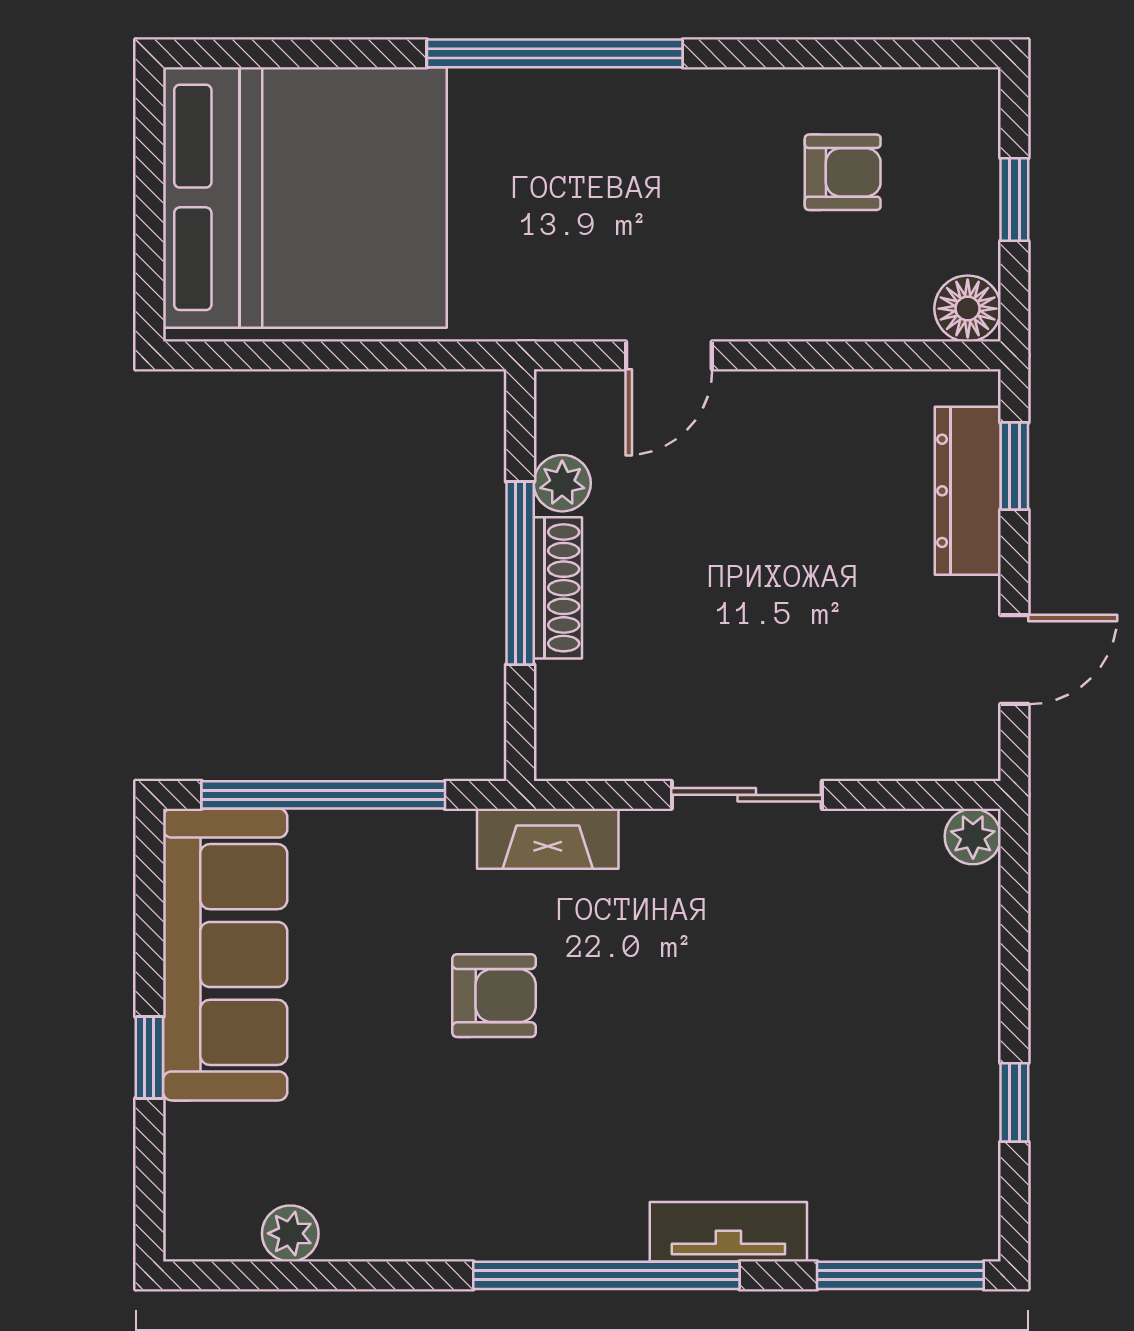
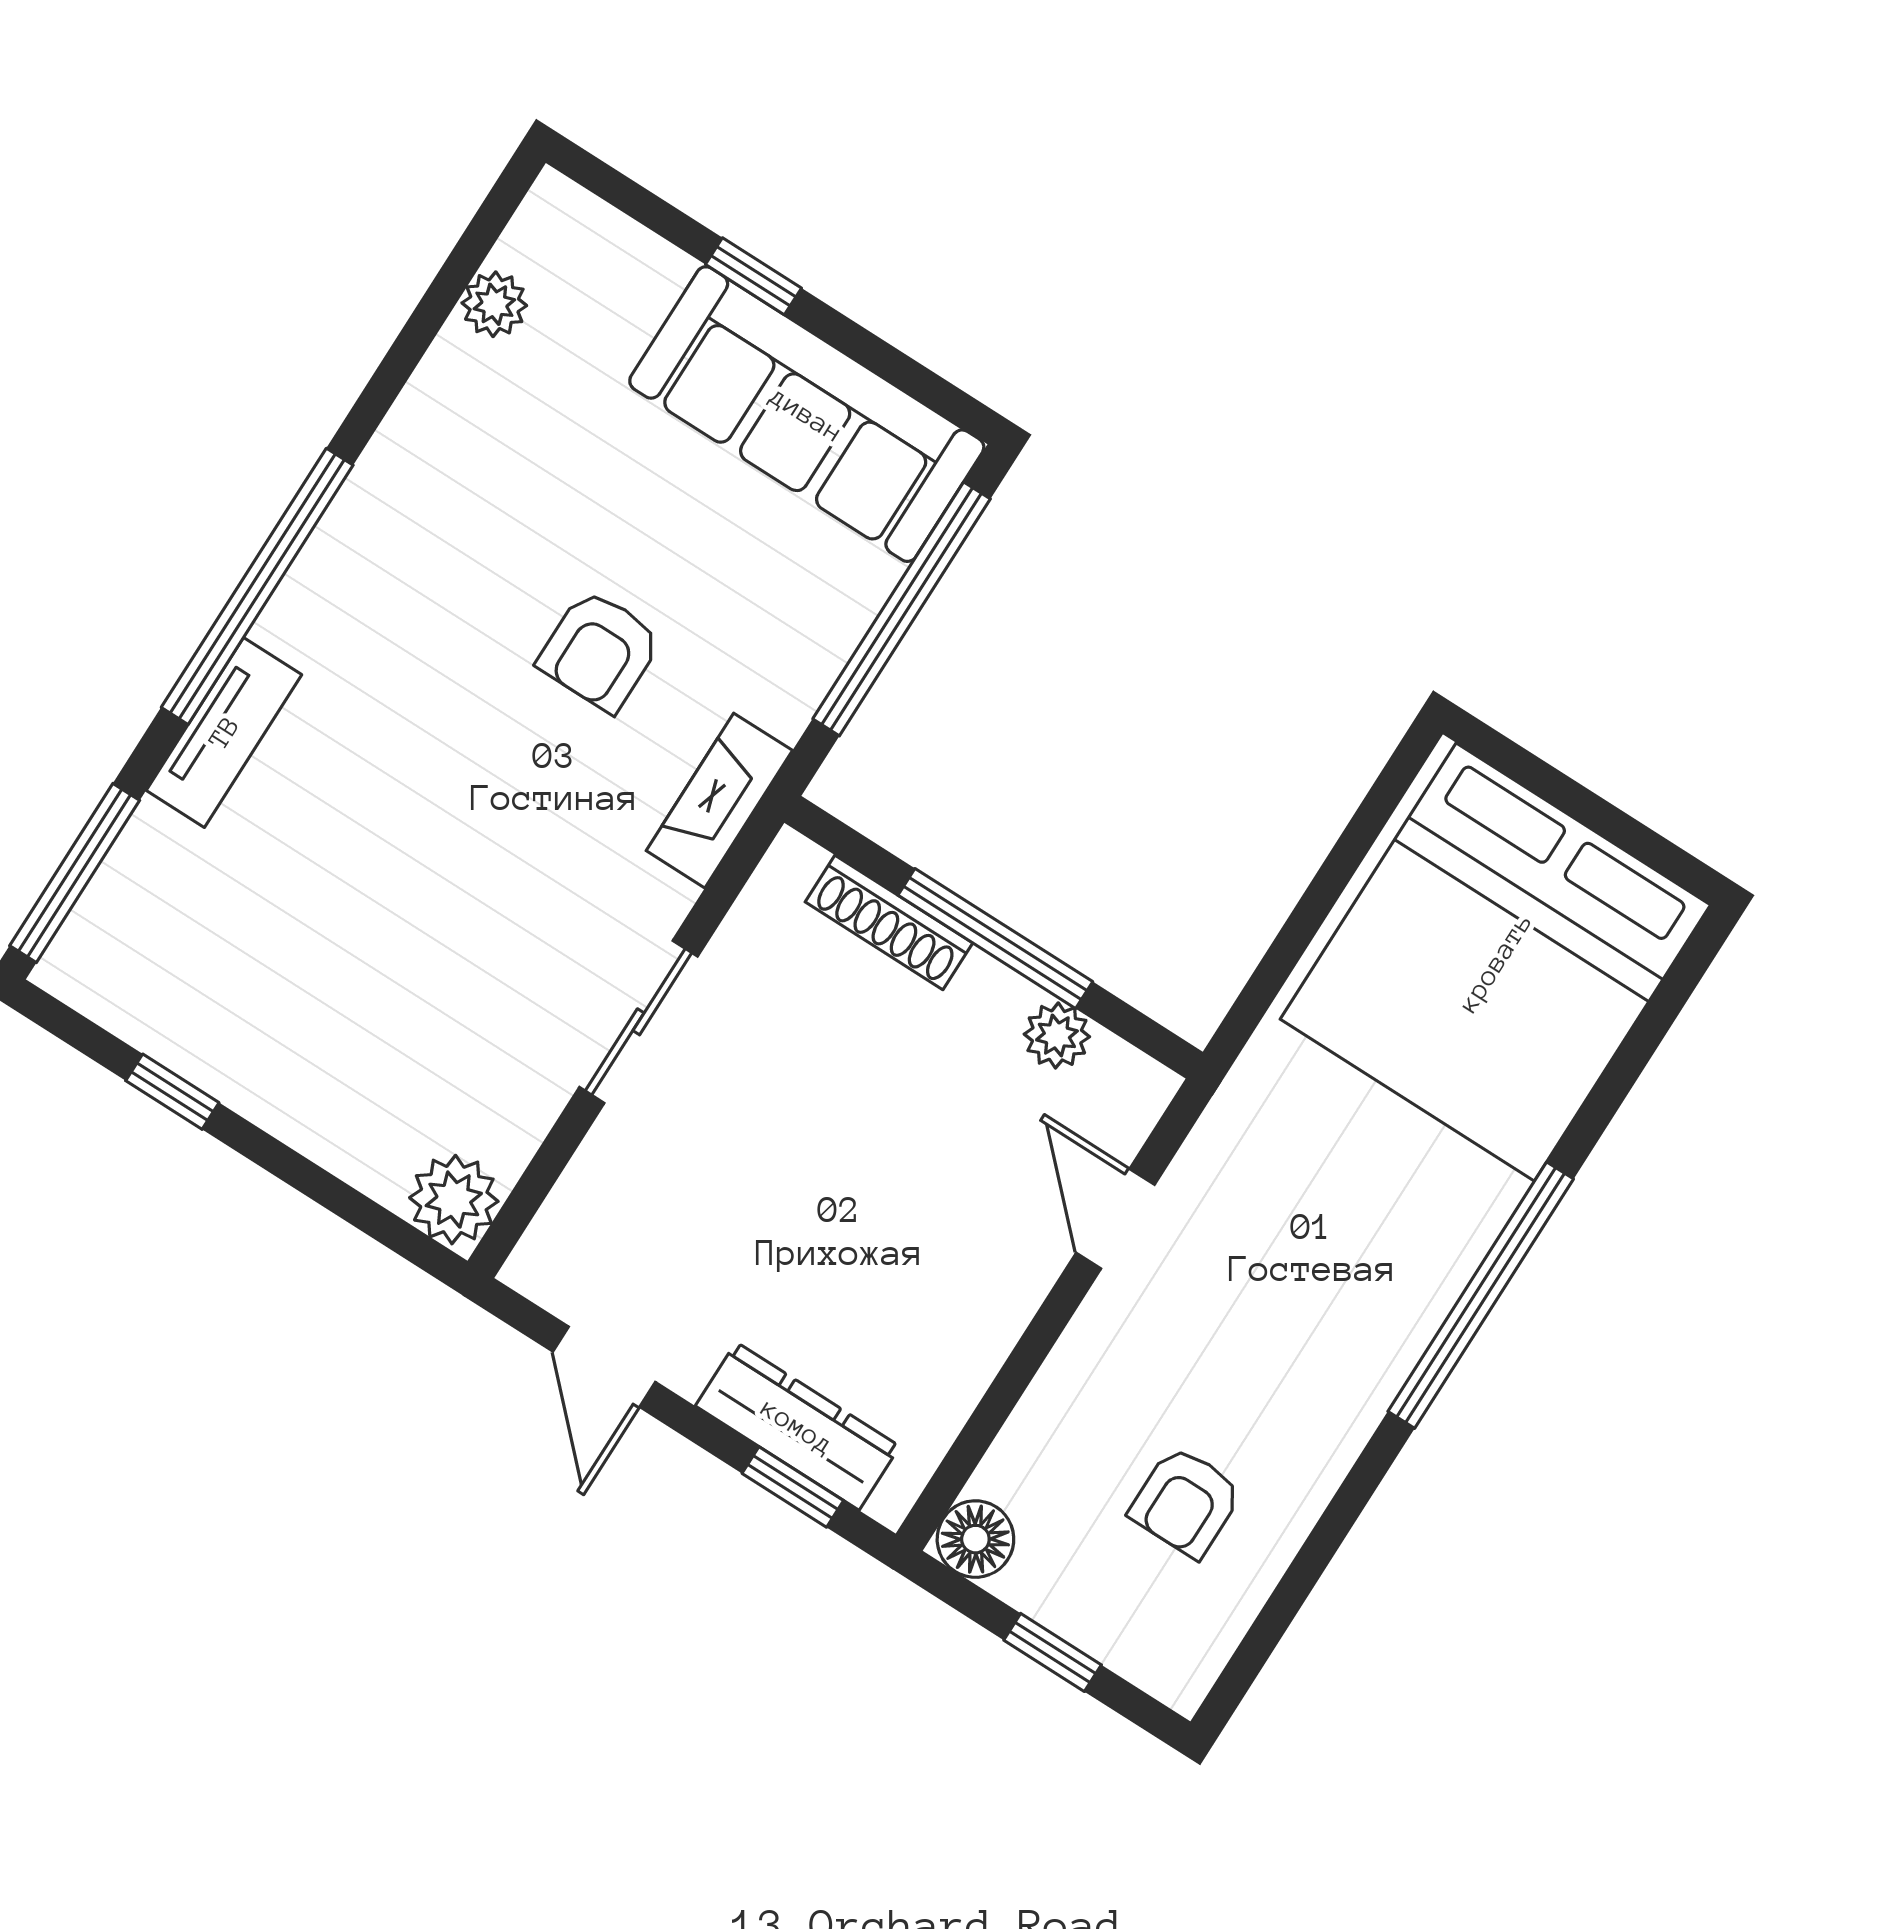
shoe rack: (558, 588) -> (889, 922), moved
plant: (973, 836) -> (454, 1200), width x1.38, depth x1.38

